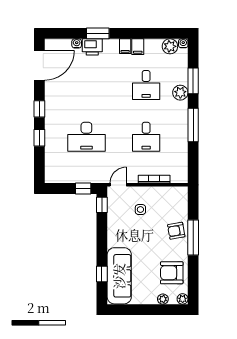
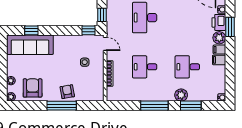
plant: (170, 46) -> (219, 38), moved

